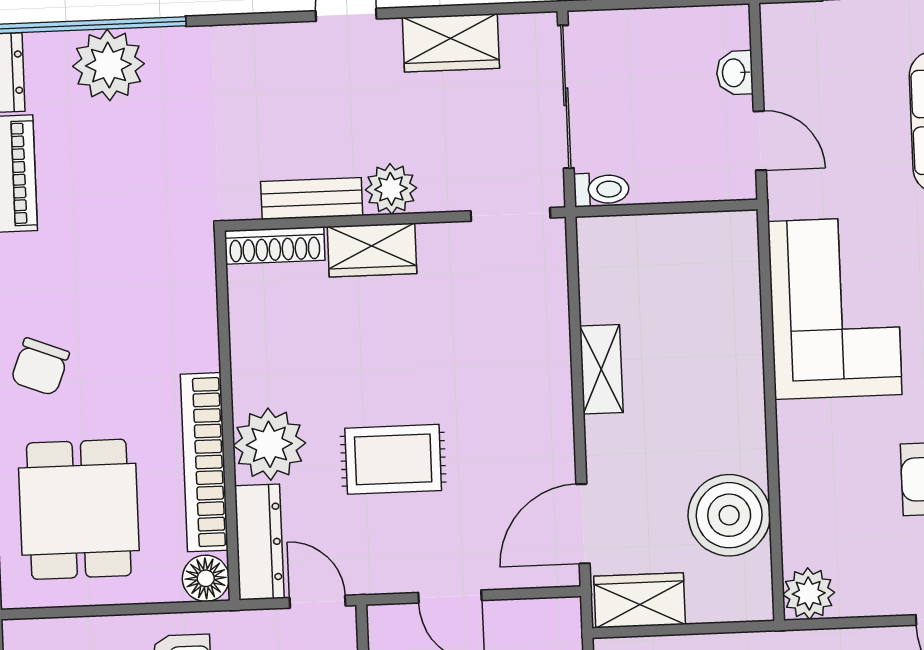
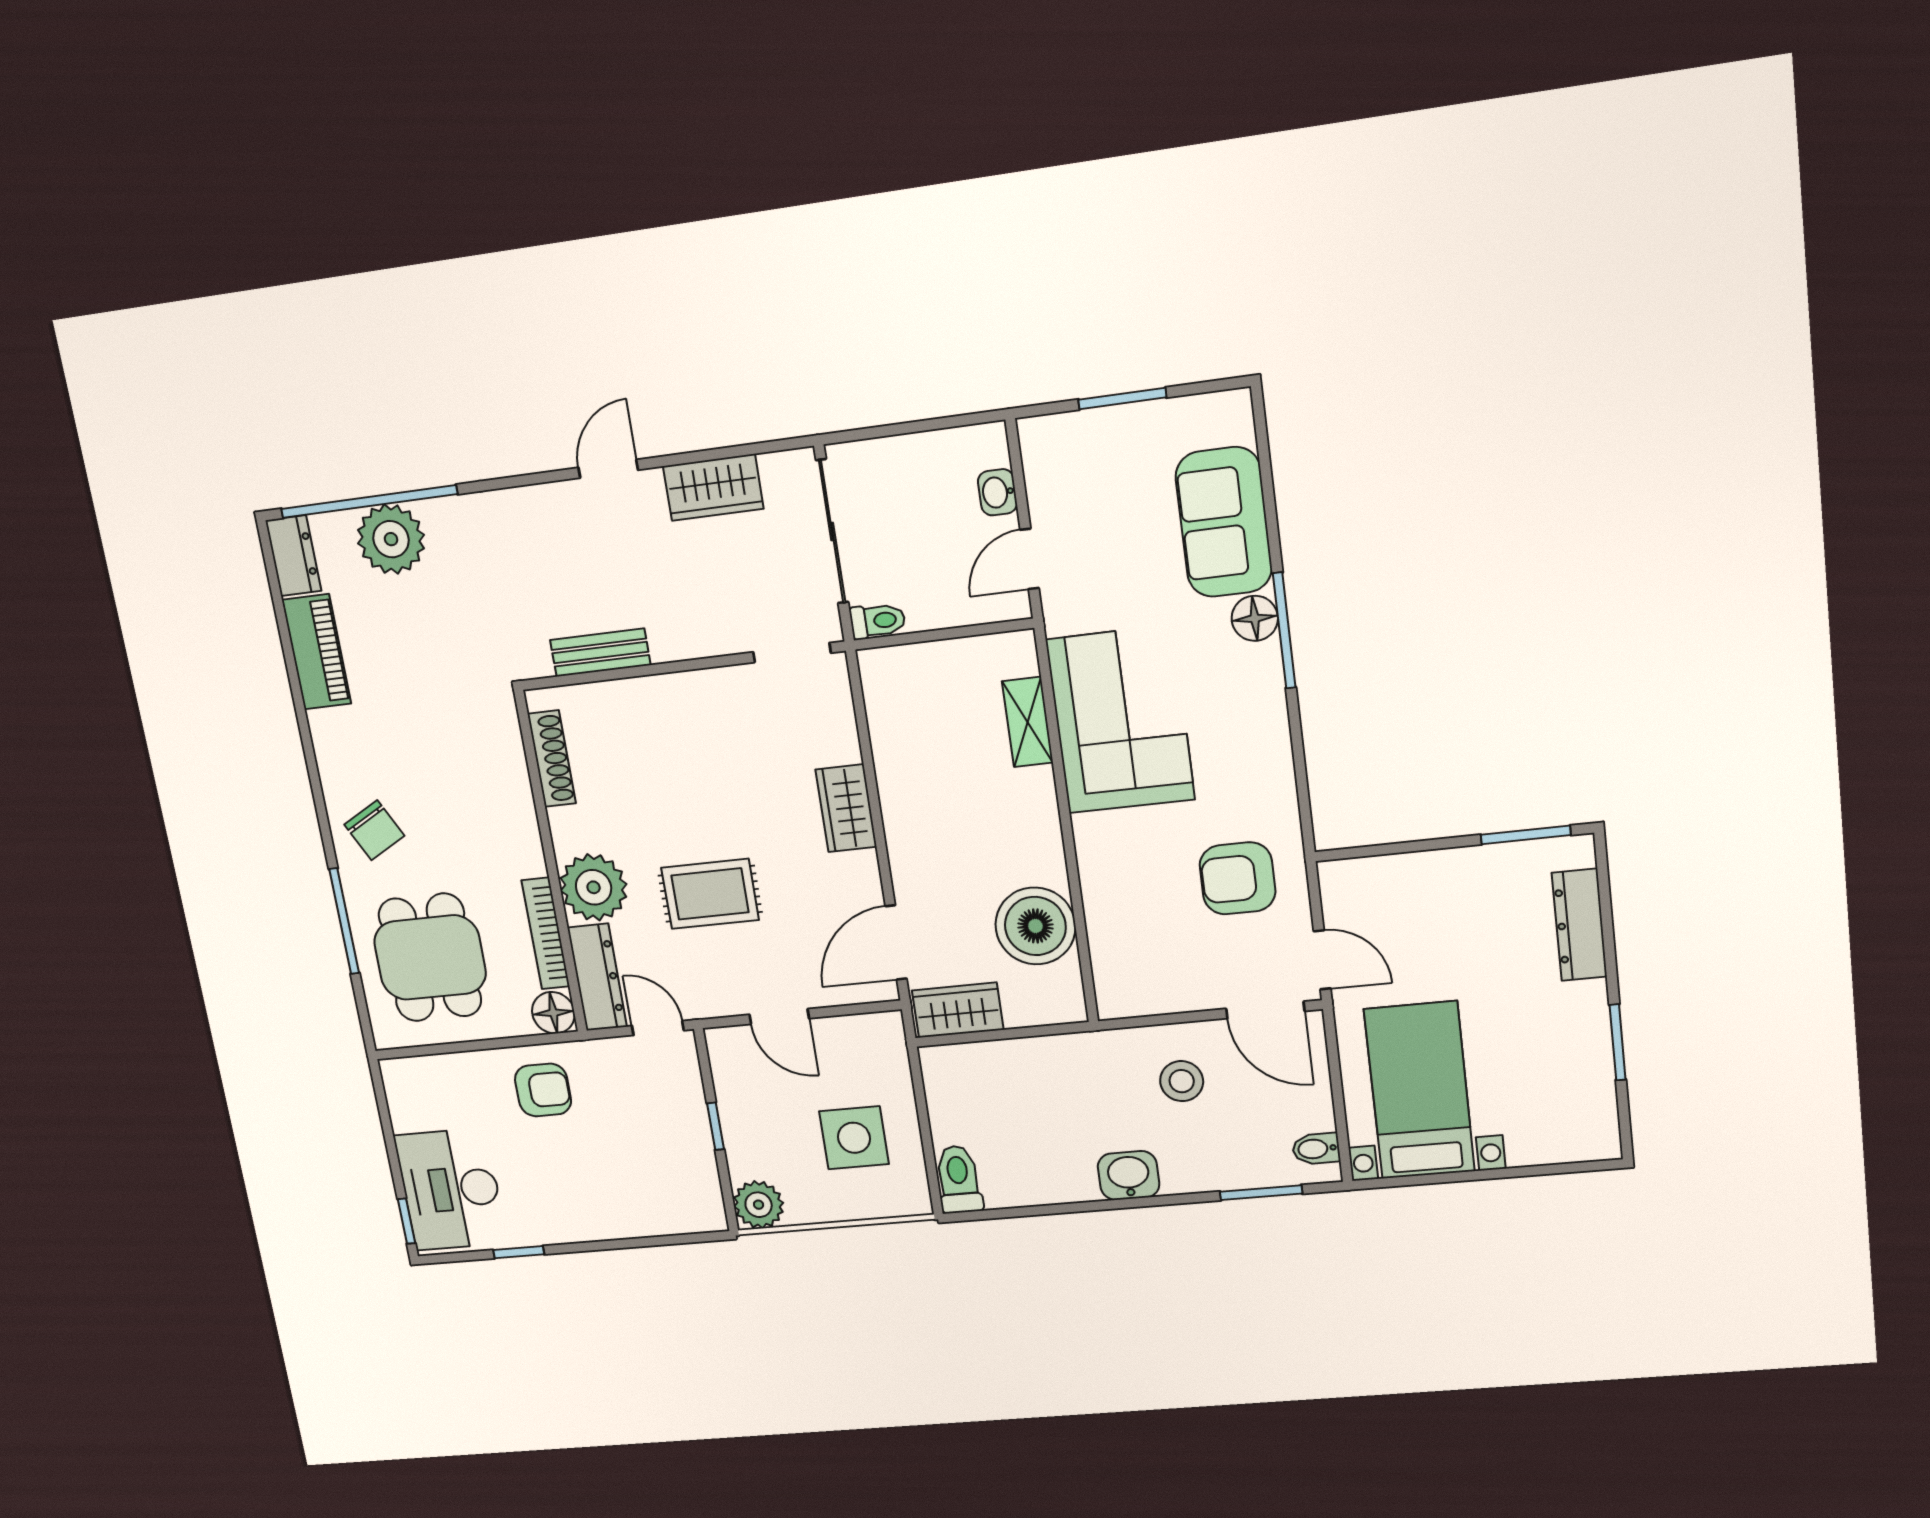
door: (760, 141) -> (1030, 559), swing flipped
plant: (391, 189) -> (674, 637), removed
shoe rack: (275, 245) -> (552, 759), moved, turned -90
wardrobe: (372, 250) -> (846, 808), moved, turned 90
chair: (40, 367) -> (374, 830), turned -49
shelving: (601, 369) -> (1027, 722), moved
bookcase: (204, 462) -> (546, 934), width x0.68, depth x0.76
plant: (809, 594) -> (1120, 995), removed

